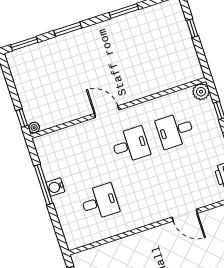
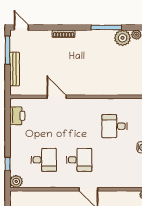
desk: (130, 145) -> (79, 160), turned 180

